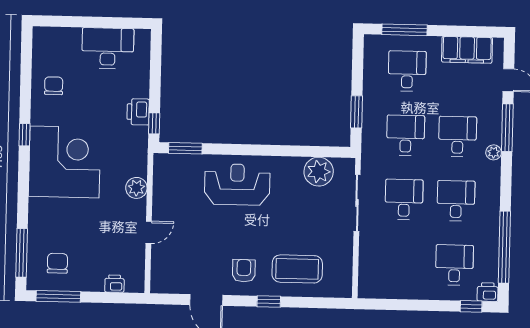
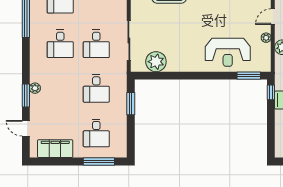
window: (507, 128) -> (26, 95), width x0.69
desk: (458, 136) -> (60, 88), removed
plant: (494, 152) -> (35, 88), moved
reception desk: (237, 184) -> (228, 52), moved
plant: (159, 202) -> (266, 38), added

